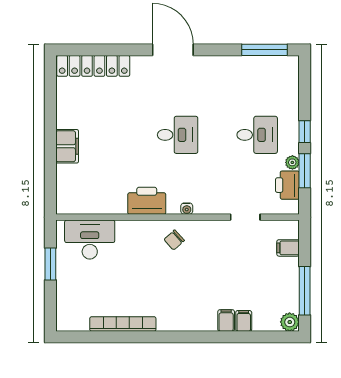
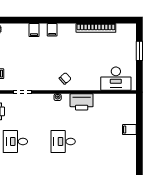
filing cabinet: (67, 146) -> (129, 130), width x0.50
window: (50, 264) -> (139, 51), moved
filing cabinet: (244, 321) -> (52, 30), moved

